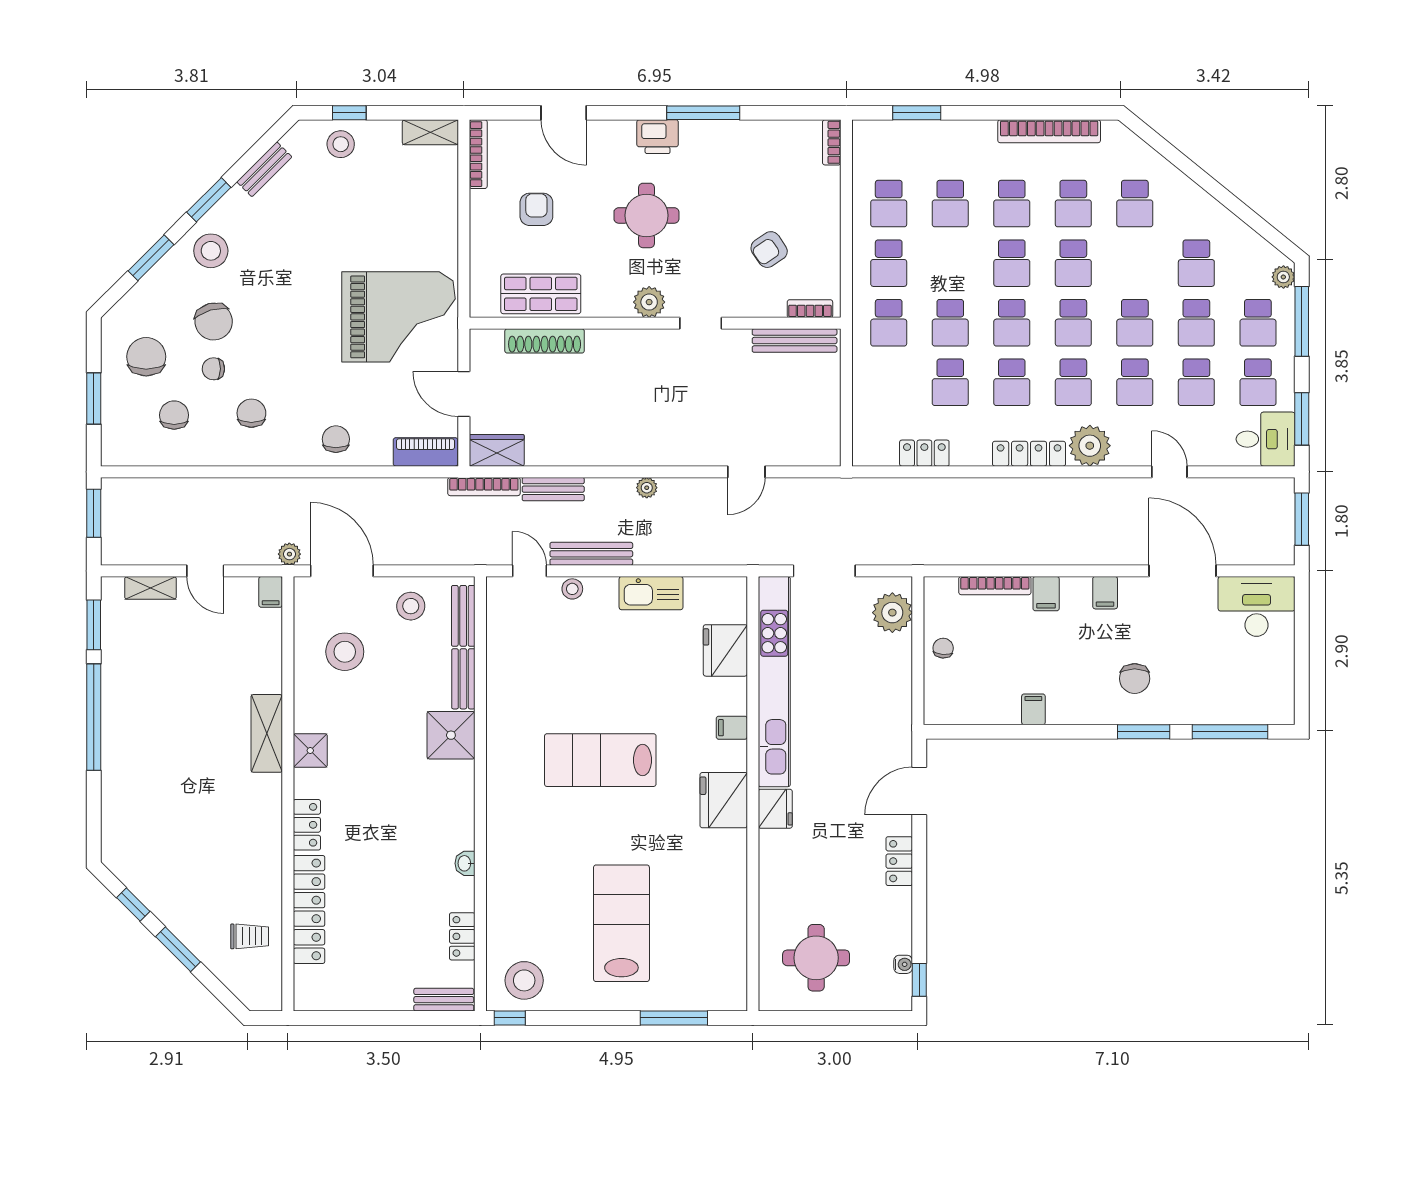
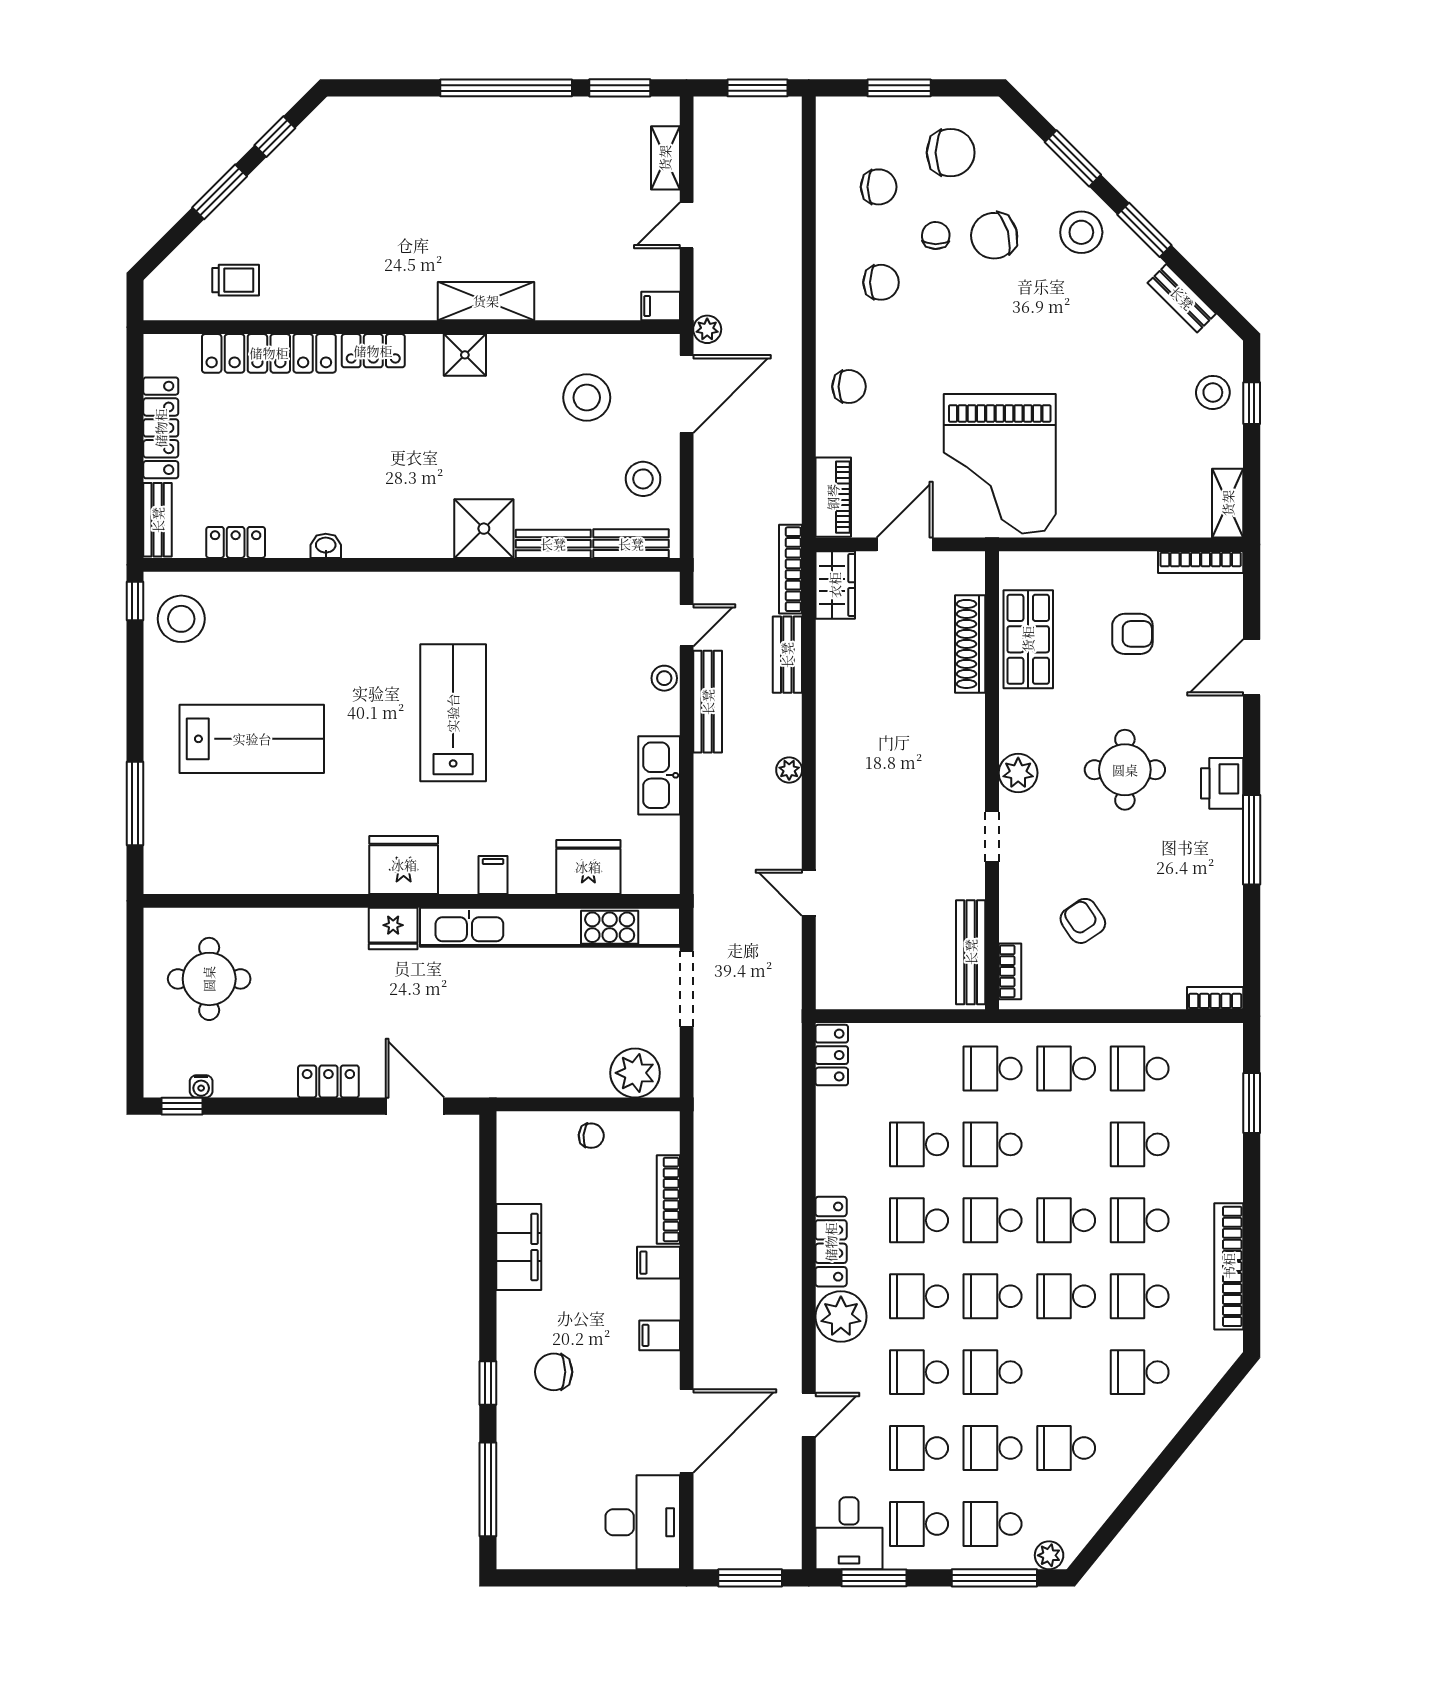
locker: (924, 453) -> (832, 1055), moved
filing cabinet: (1033, 709) -> (519, 1247), width x3.00, depth x1.17
window: (1144, 732) -> (488, 1383), width x0.67
trolley: (250, 936) -> (236, 280), turned -90
locker: (369, 997) -> (161, 428), added

